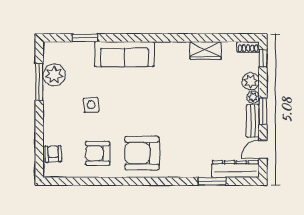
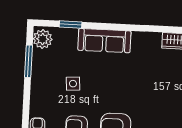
plant: (54, 75) -> (43, 39), moved

